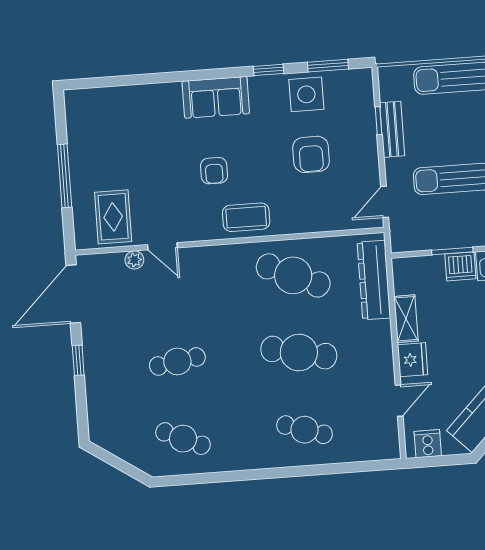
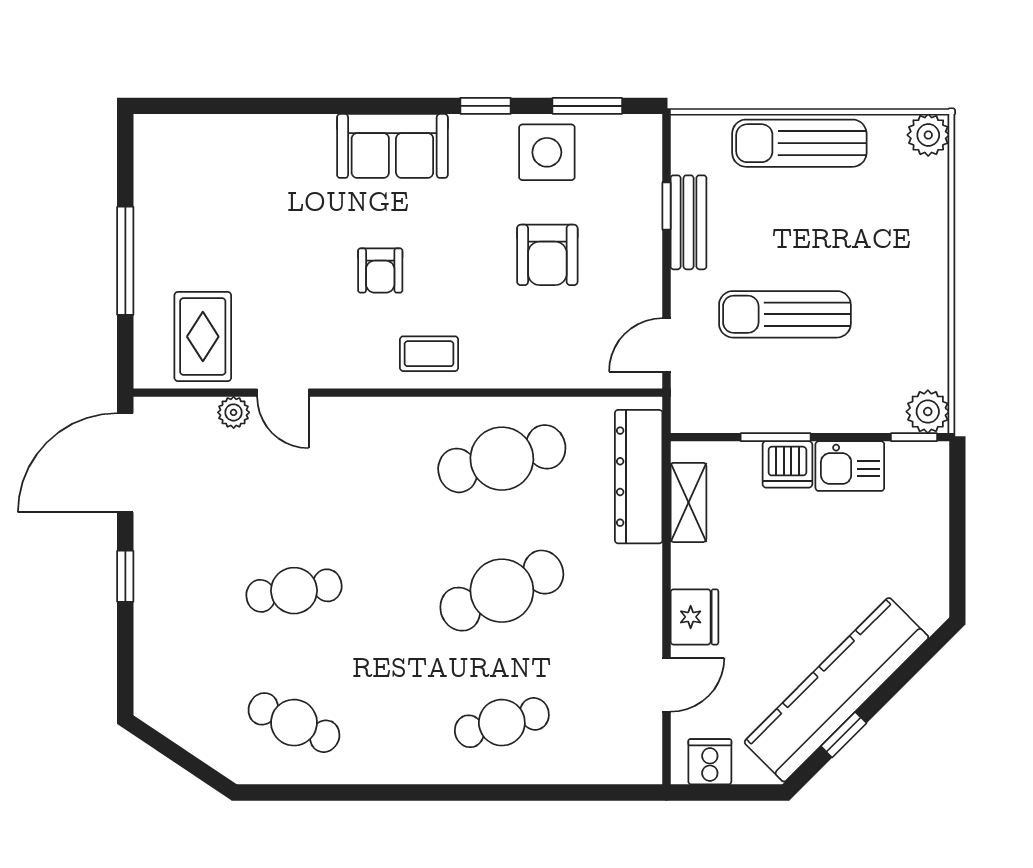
coffee table: (246, 217) -> (429, 354), width x0.73, depth x0.77
cafe table: (293, 275) -> (502, 459), turned -39
shelving: (406, 319) -> (688, 502), moved
cafe table: (299, 353) -> (502, 591), turned -36
cafe table: (304, 430) -> (502, 723), turned -33

